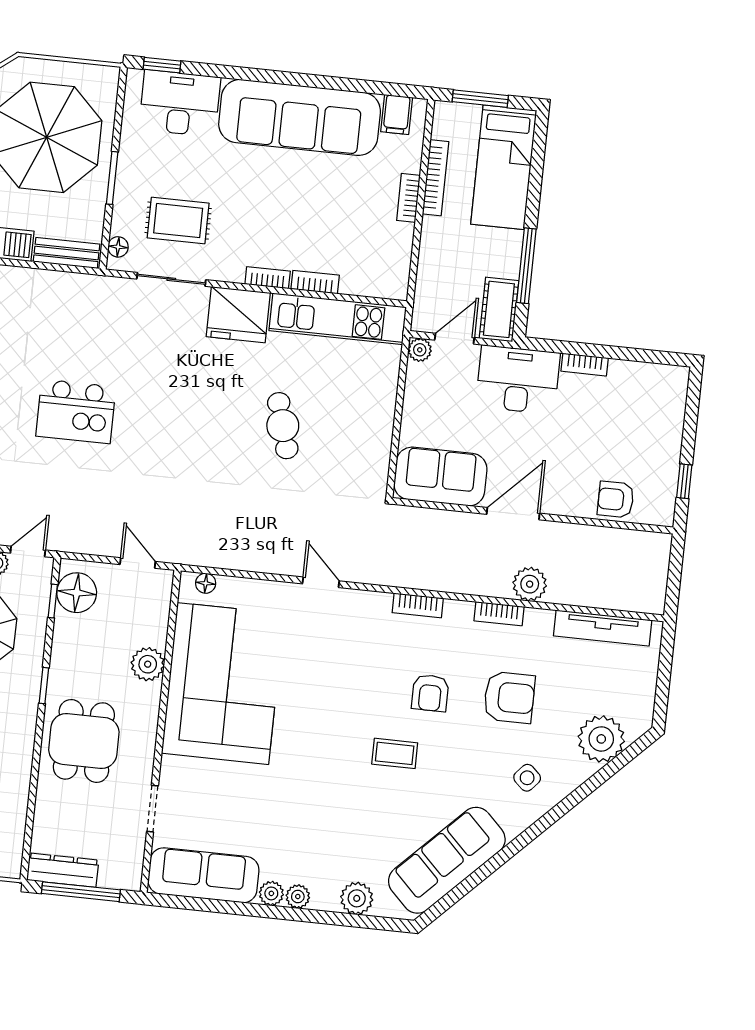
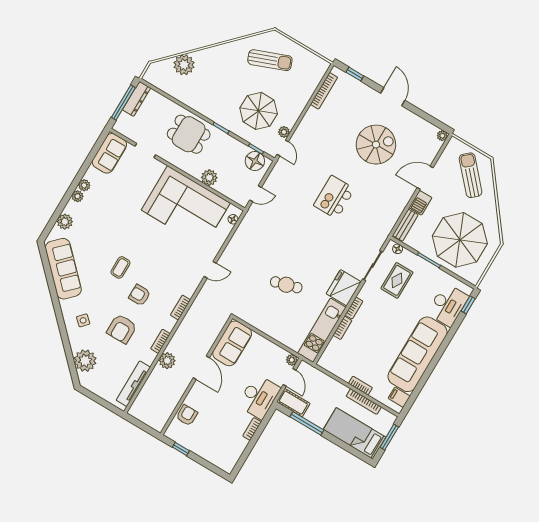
sofa: (203, 875) -> (109, 153), width x0.73

